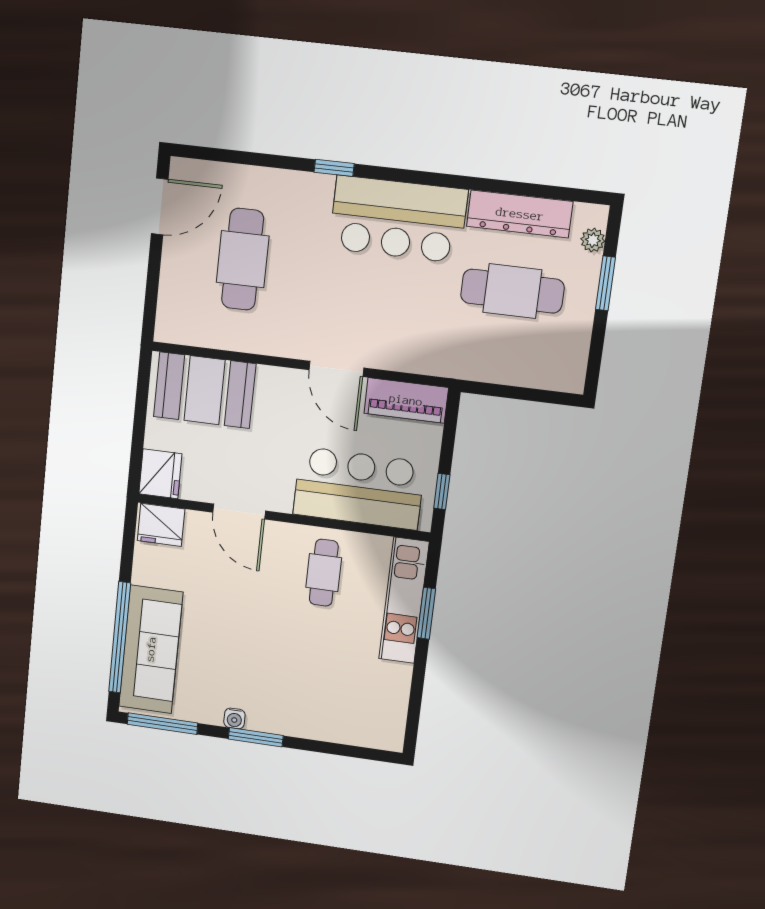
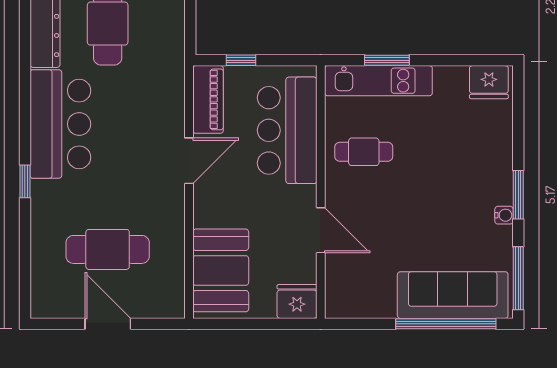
door: (160, 206) -> (108, 324), moved
window: (442, 492) -> (241, 60), moved
door: (239, 512) -> (321, 230), hinge flipped
fridge: (161, 525) -> (489, 82), moved, turned 90

